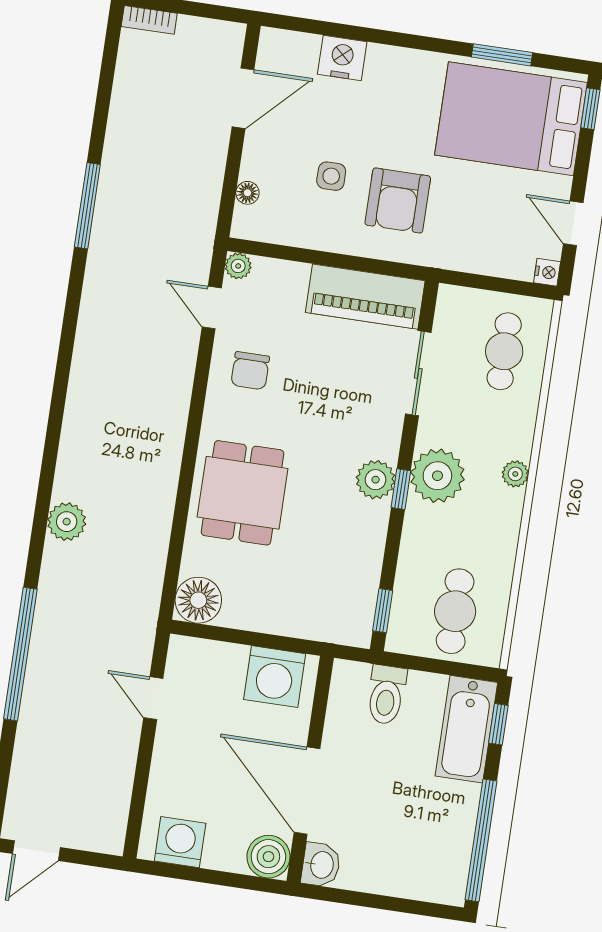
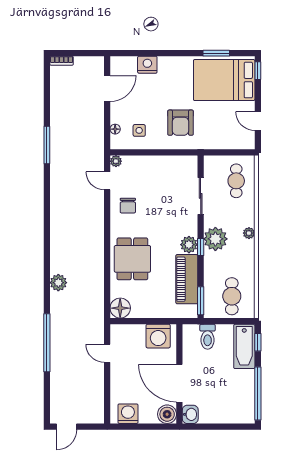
side table: (331, 176) -> (139, 130), moved
nightstand: (547, 272) -> (250, 144), removed
piano: (365, 297) -> (187, 279), moved, turned 90
window: (383, 611) -> (201, 301), width x1.50

